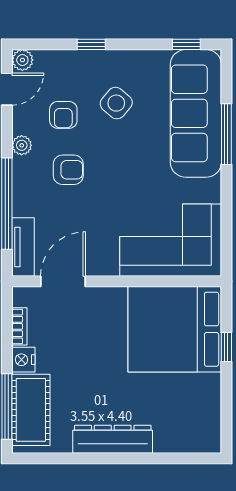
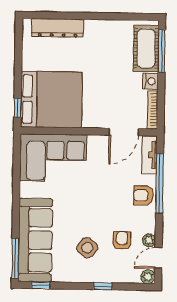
window: (226, 134) -> (15, 258), moved
plant: (22, 145) -> (149, 240), moved
armchair: (68, 170) -> (144, 195), moved
bookcase: (19, 326) -> (153, 110), width x1.56
window: (226, 347) -> (18, 108), moved
dresser: (113, 439) -> (58, 28), moved

